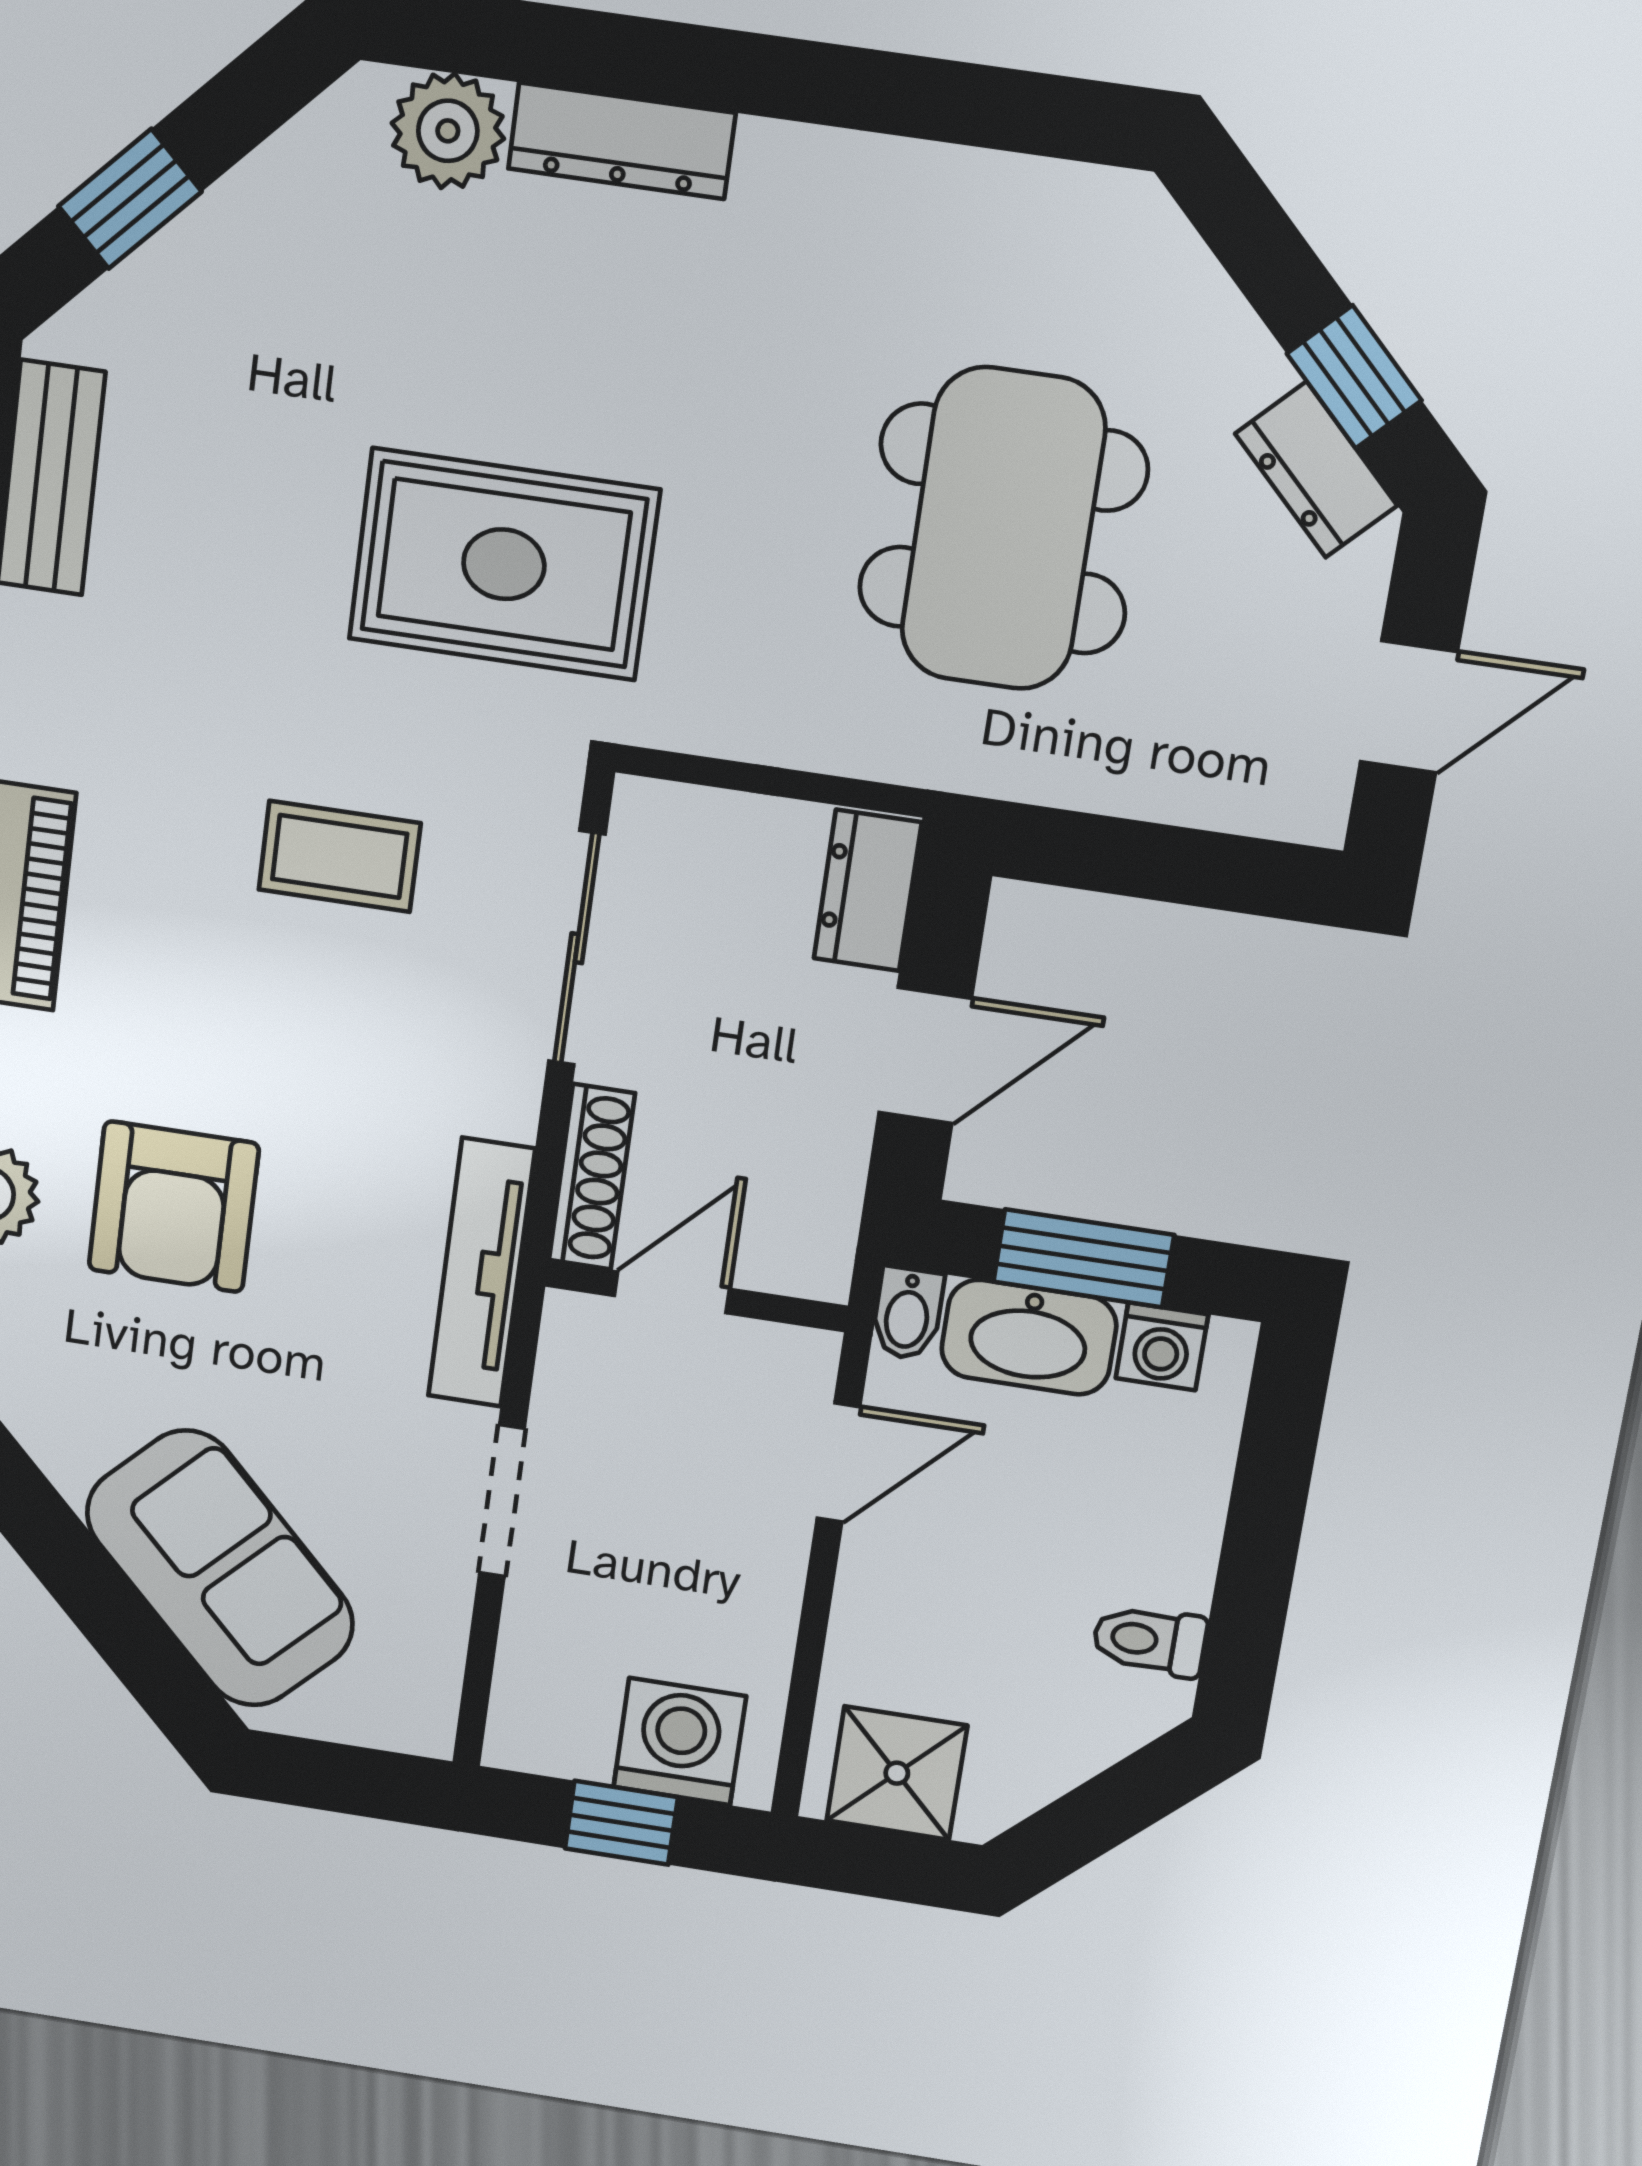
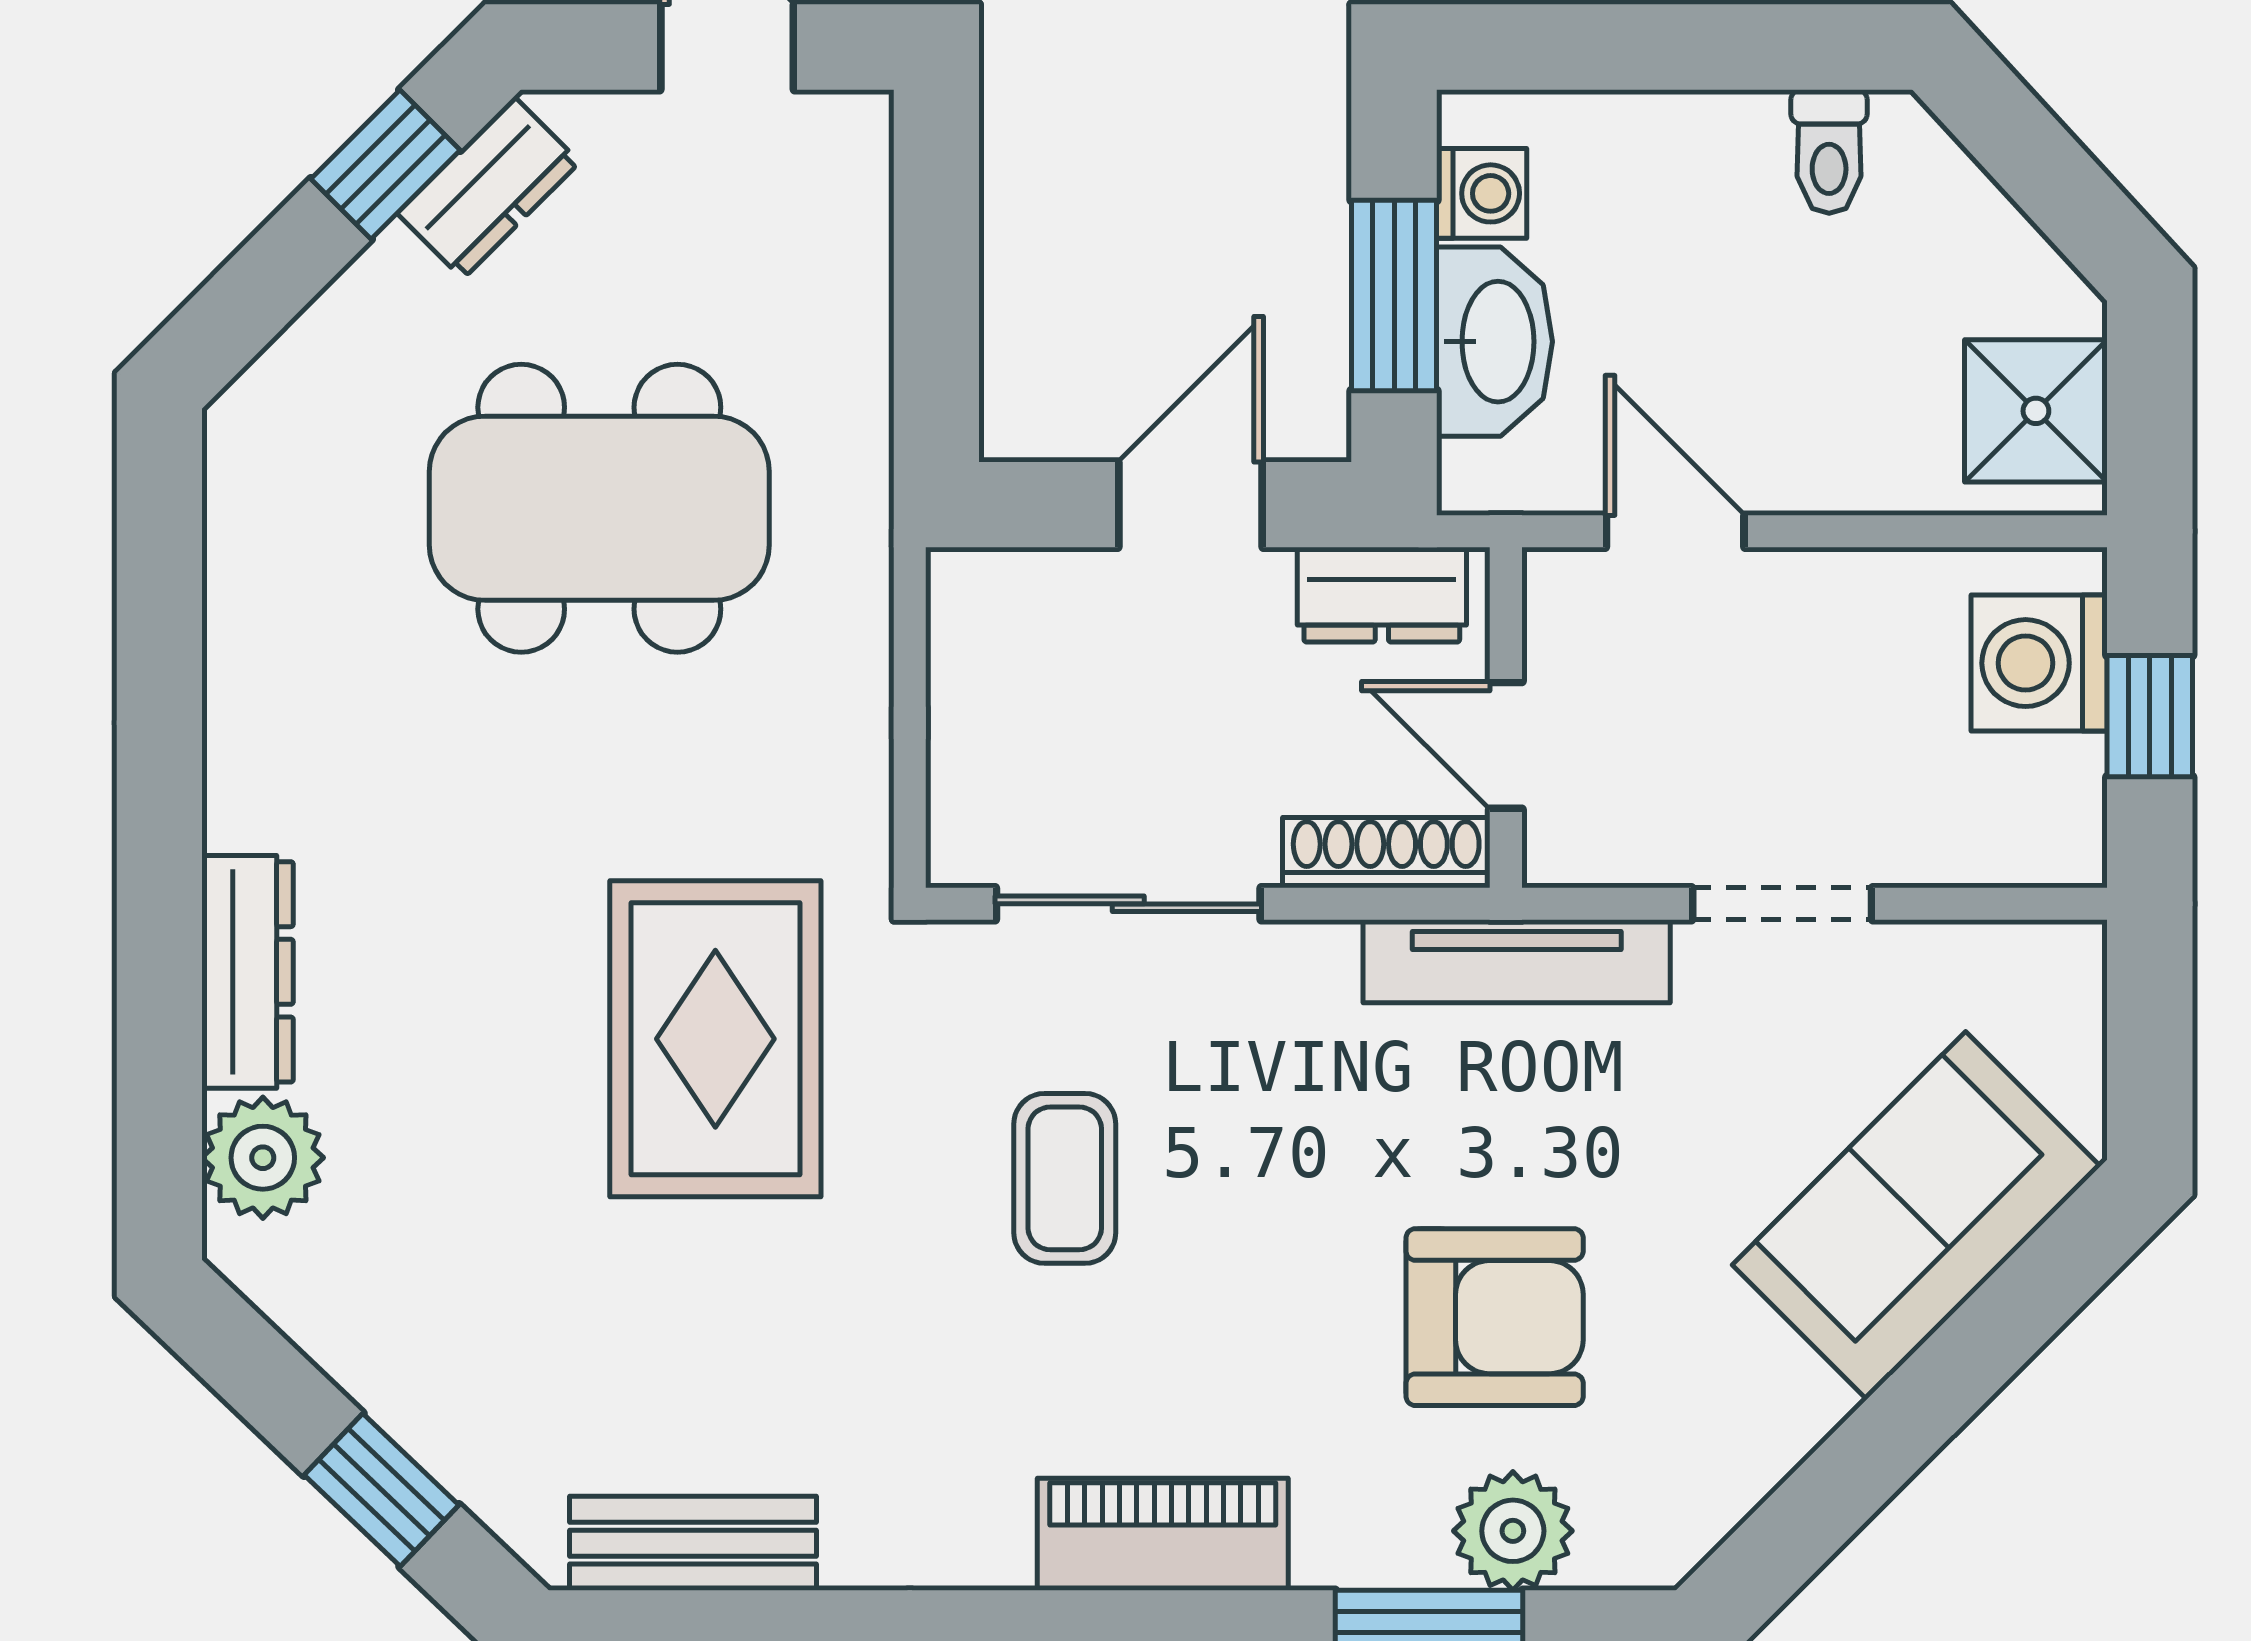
dresser: (868, 890) -> (1382, 595), moved
door: (925, 1056) -> (1191, 505), hinge flipped
bidet: (907, 1313) -> (1488, 480), removed

